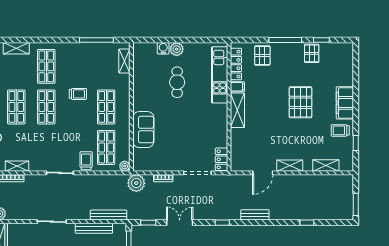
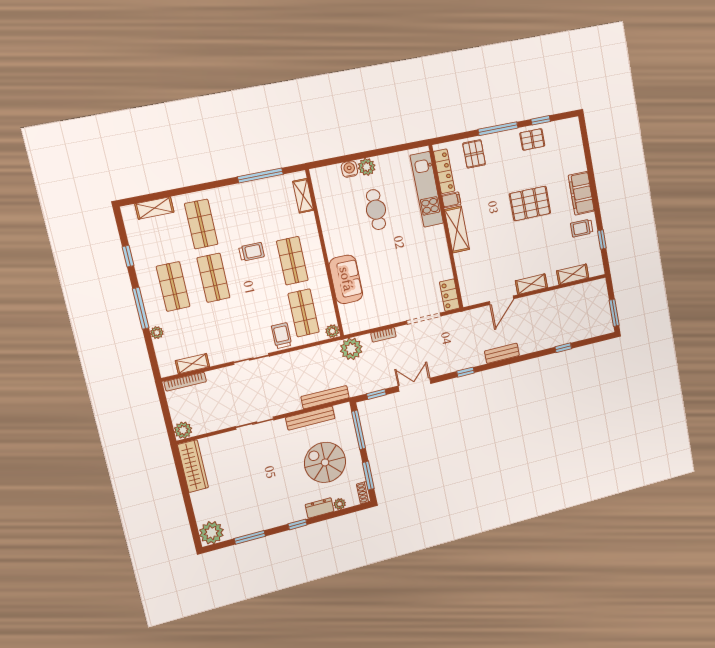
pallet: (312, 53) -> (532, 139), turned 90
pallet: (301, 102) -> (530, 203), turned 90

